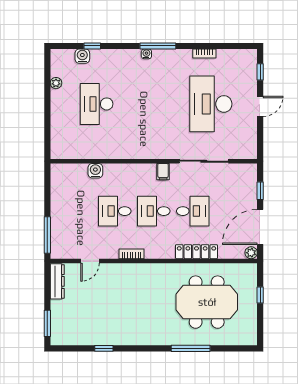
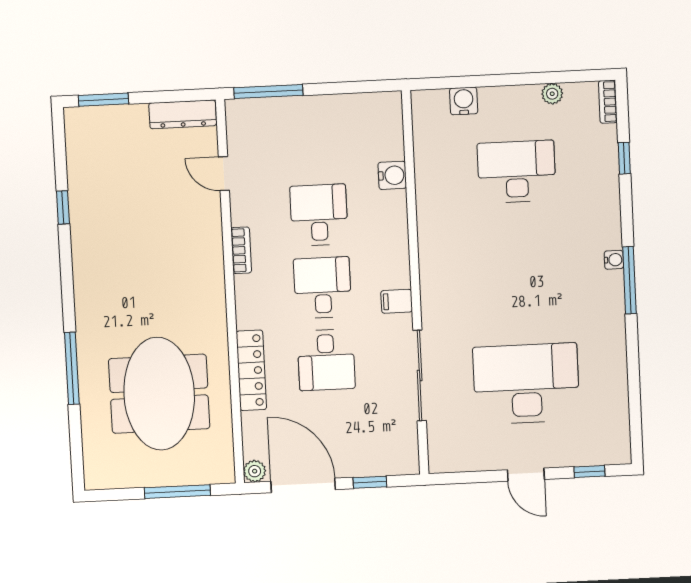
bookcase: (204, 53) -> (608, 102), moved
water cooler: (82, 56) -> (464, 101), moved, turned -90
window: (260, 295) -> (177, 492), width x2.17

